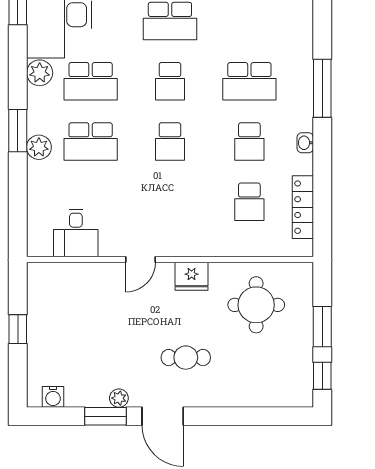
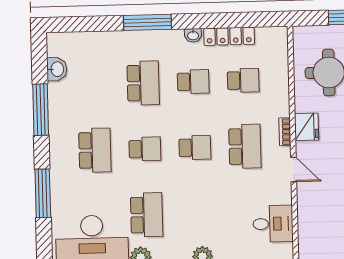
school desk: (91, 141) -> (245, 146), moved
locker: (303, 207) -> (229, 36), moved
bookcase: (186, 250) -> (285, 132), added

